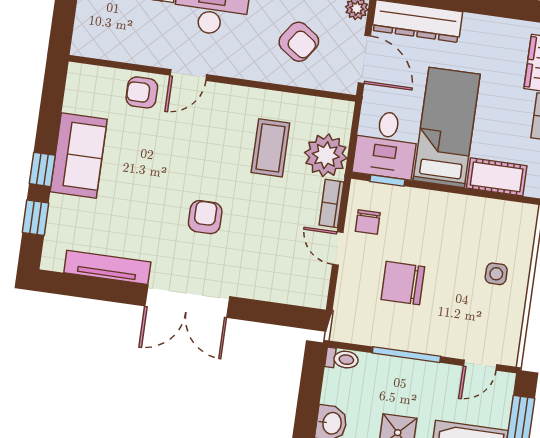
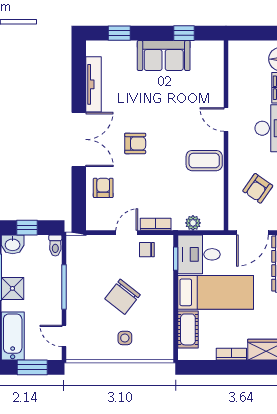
armchair: (142, 92) -> (103, 188), moved
coffee table: (270, 148) -> (204, 161), moved
plant: (326, 155) -> (193, 223), width x0.53, depth x0.53
window: (42, 169) -> (184, 33), moved
chair: (403, 283) -> (123, 297), moved, turned -142
double door: (187, 301) -> (79, 139), swing flipped
window: (309, 398) -> (27, 228), added

